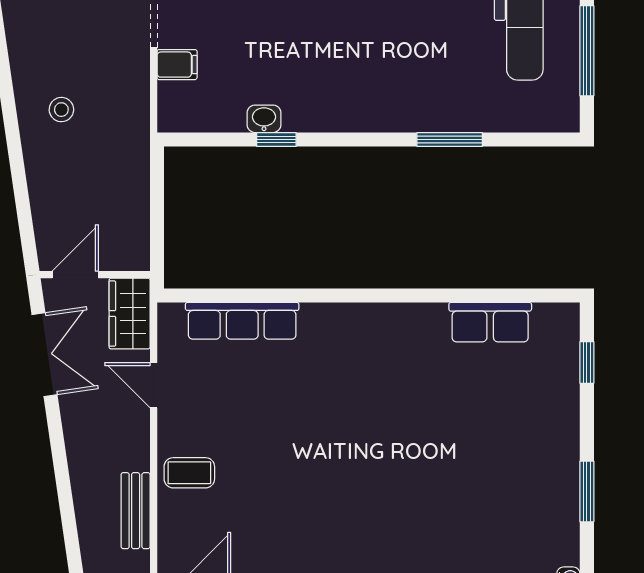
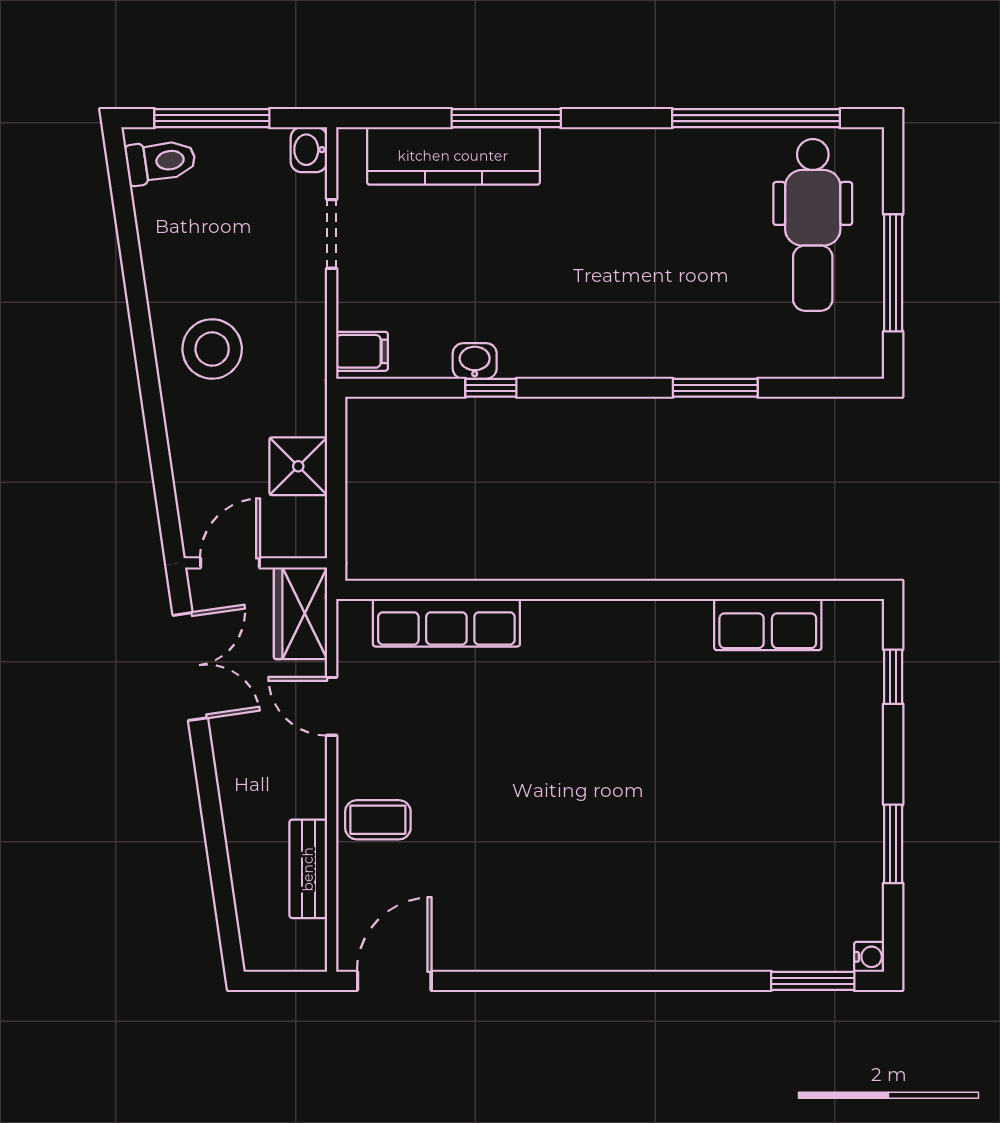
filing cabinet: (177, 65) -> (362, 351), moved
stool: (61, 110) -> (212, 349), width x1.89, depth x1.89
shower: (128, 200) -> (298, 466), added

